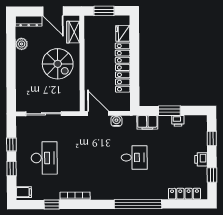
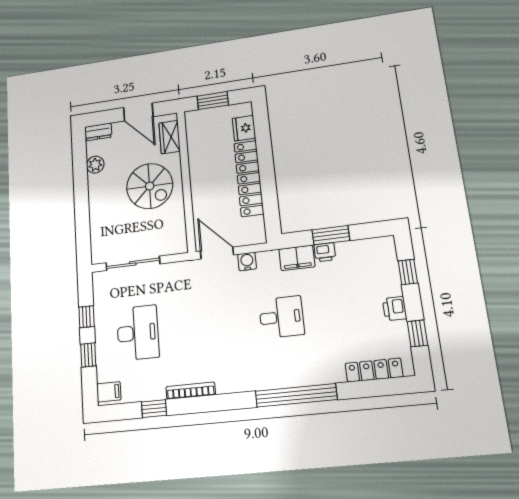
dresser: (29, 21) -> (98, 132), width x0.70
printer: (178, 121) -> (325, 252), moved

